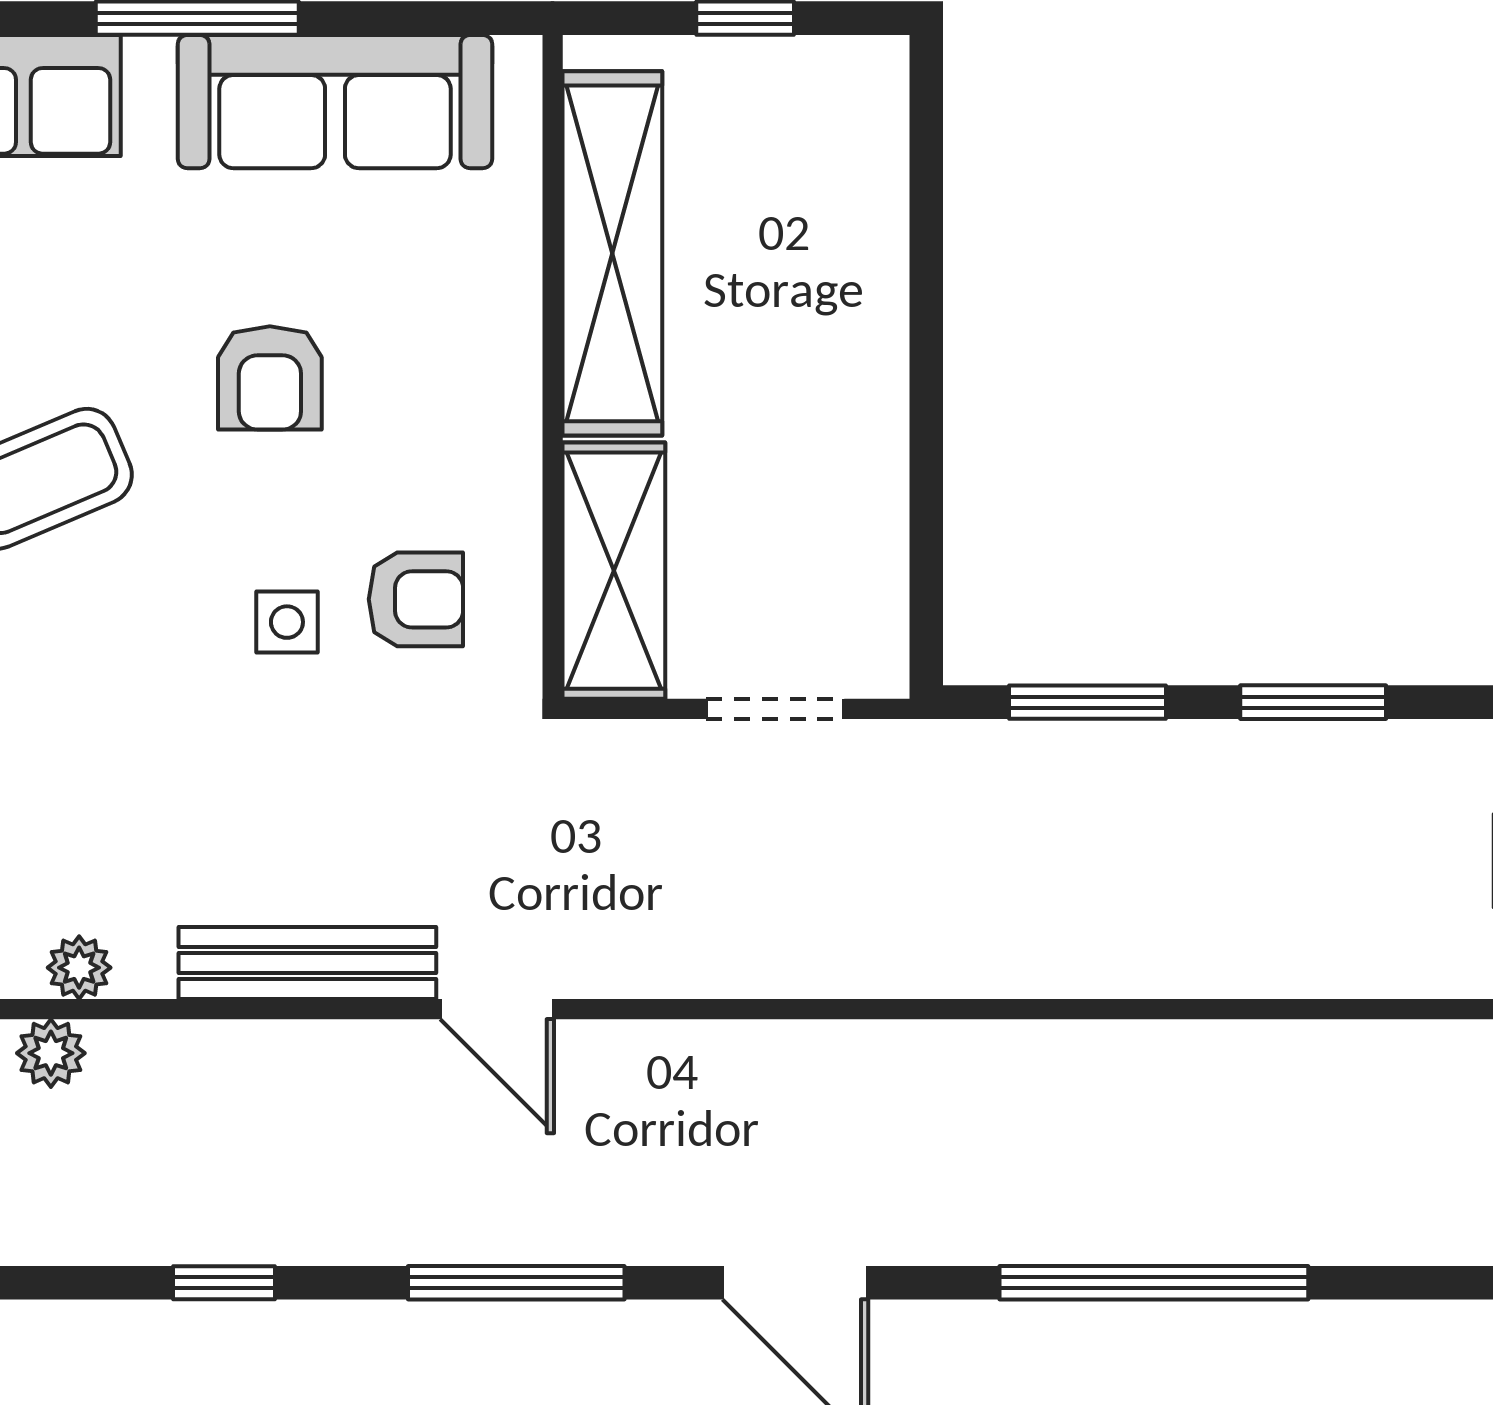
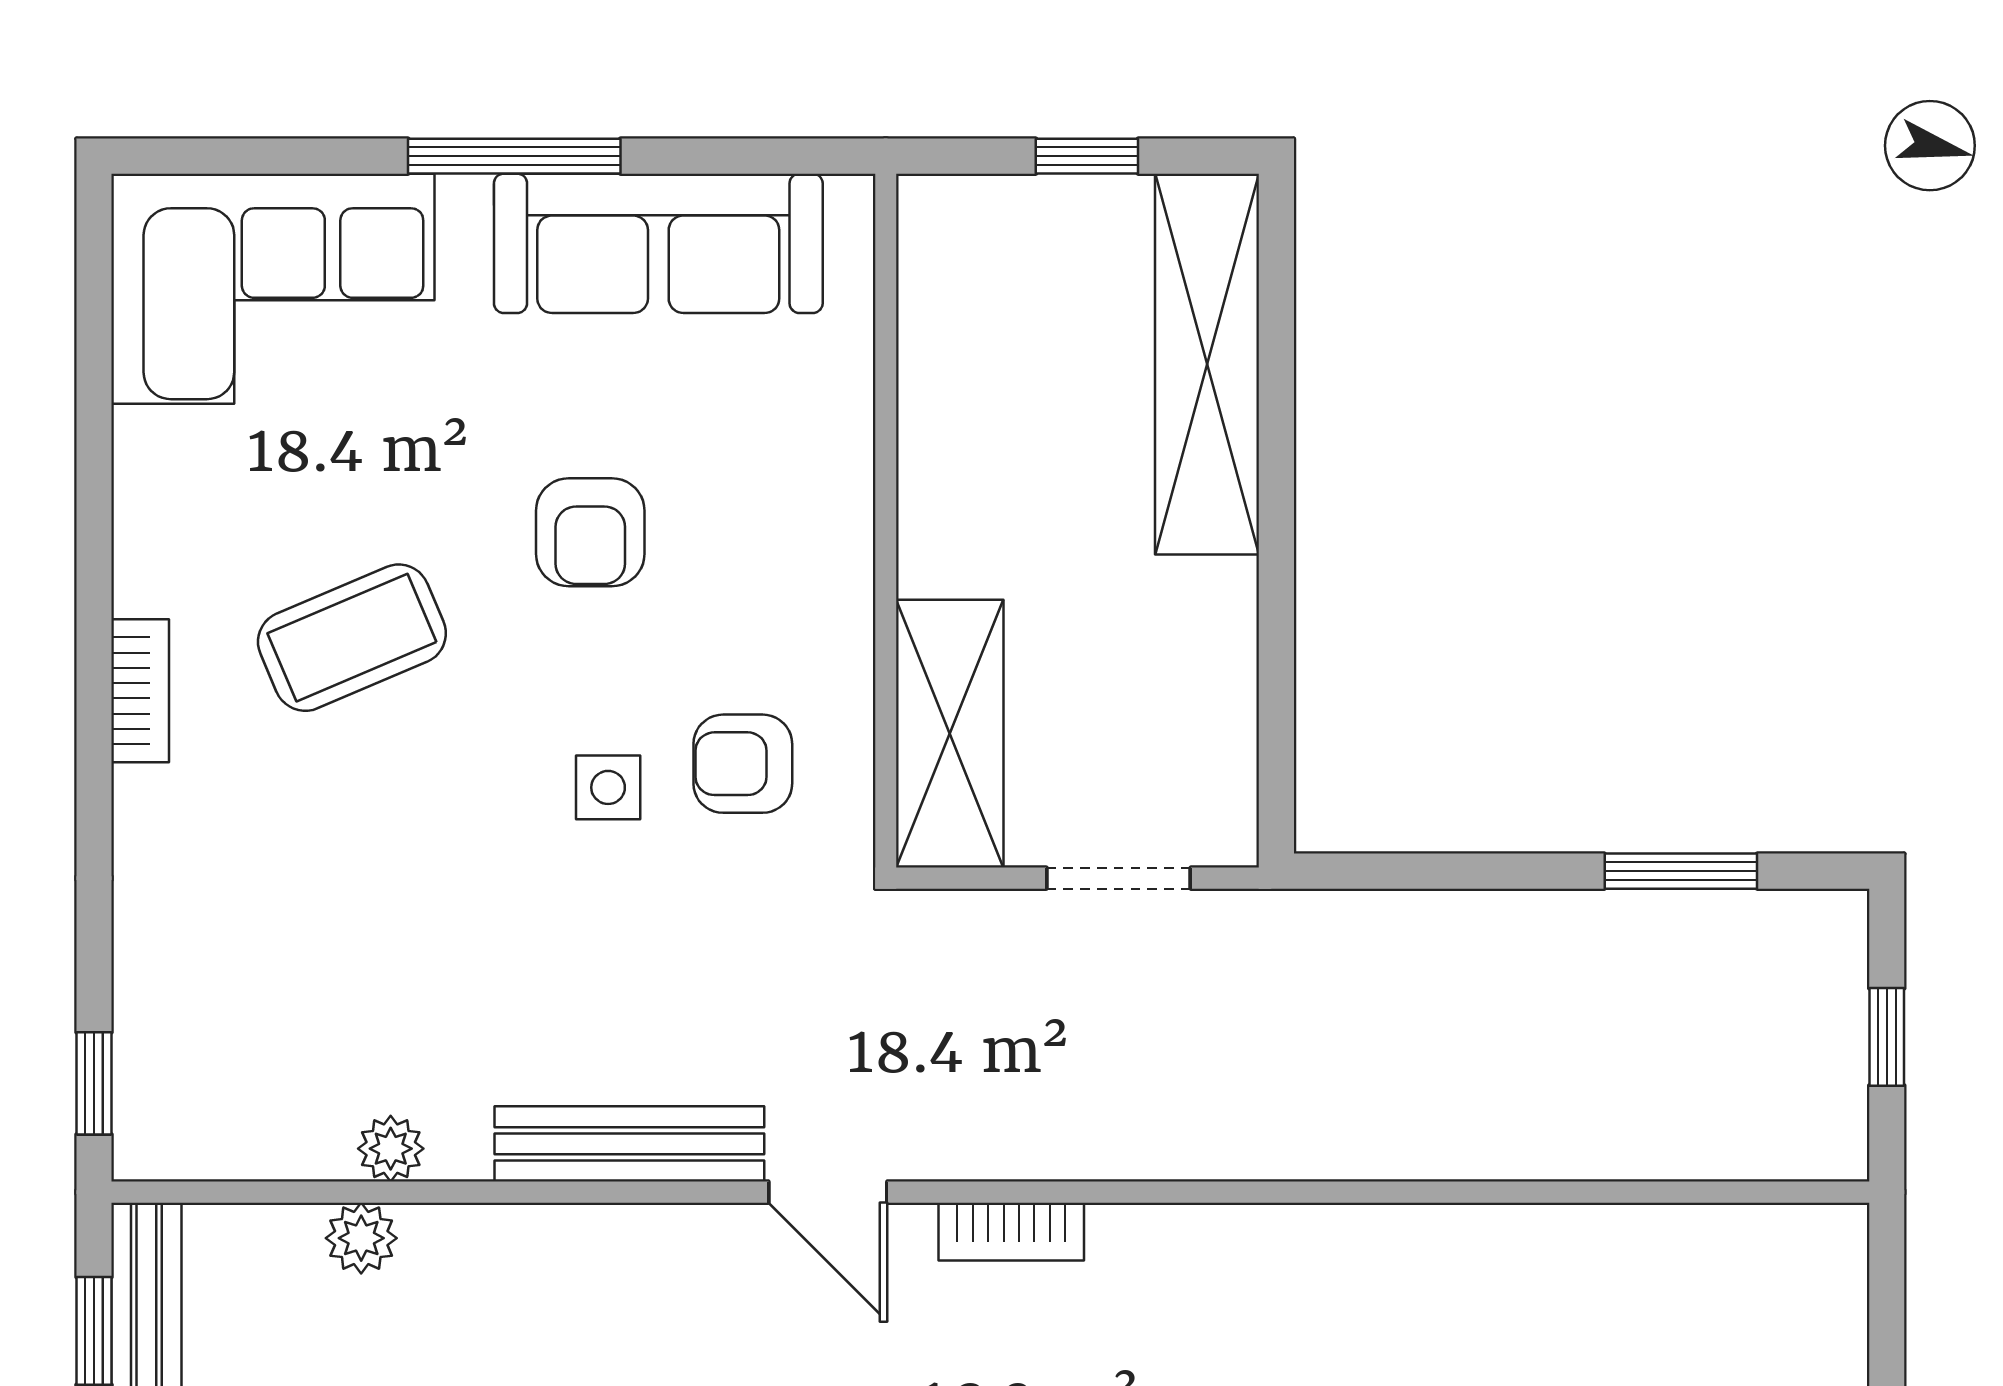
shelving: (612, 253) -> (1207, 364), moved
armchair: (416, 599) -> (743, 764), turned 180
window: (1088, 702) -> (1445, 871), removed
bookcase: (673, 1047) -> (1011, 1232), added

